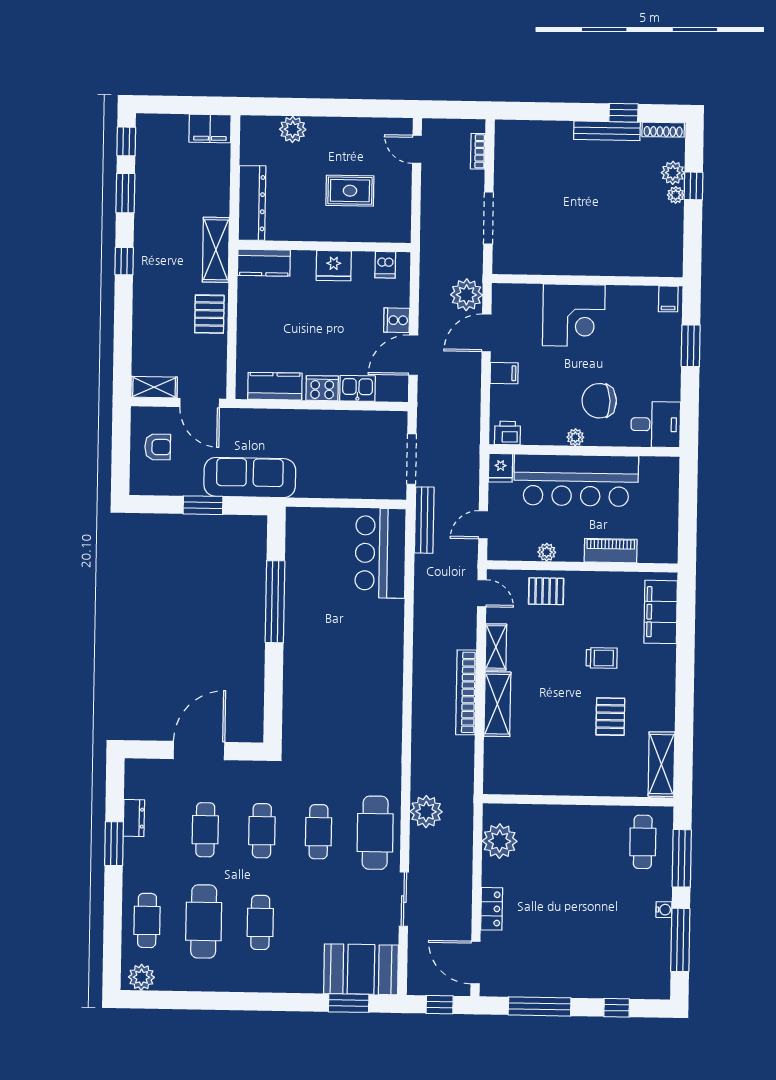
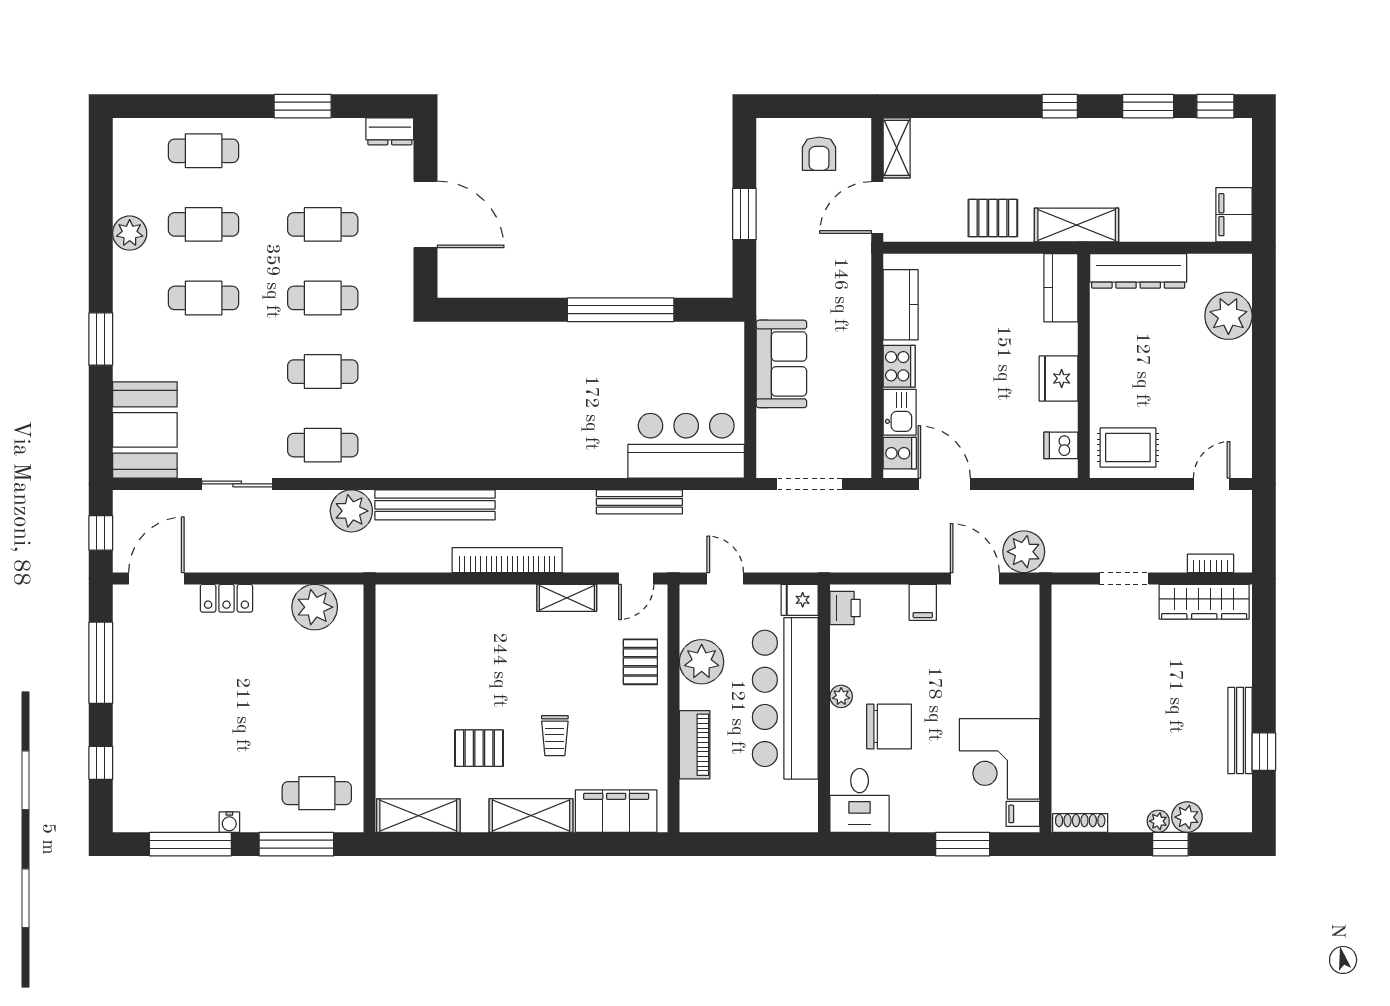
plant: (293, 129) -> (1228, 316), width x1.36, depth x1.36
shoe rack: (663, 130) -> (1080, 823), moved, turned 90
wardrobe: (507, 157) -> (1204, 602), added
rug: (350, 191) -> (1128, 448), moved, turned 90
doorway: (488, 218) -> (1124, 578), width x0.73
corner desk: (574, 315) -> (999, 759), moved
cooker: (397, 320) -> (900, 453), moved, turned 90
chair: (599, 401) -> (889, 727), turned 92
sofa: (250, 478) -> (781, 364), moved, width x0.73
bench: (424, 520) -> (639, 502), moved
plant: (547, 552) -> (702, 662), width x1.88, depth x1.88
shelving: (497, 704) -> (531, 816), moved
bench: (423, 747) -> (435, 505), added
dresser: (134, 818) -> (390, 131), moved
cafe table: (375, 833) -> (323, 445), width x0.73, depth x0.74
cafe table: (204, 921) -> (204, 224), width x0.73, depth x0.74
plant: (141, 977) -> (130, 233), moved
window: (349, 1003) -> (101, 339), moved

